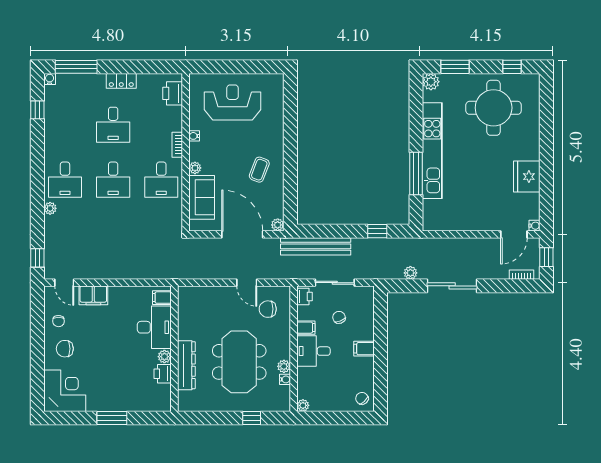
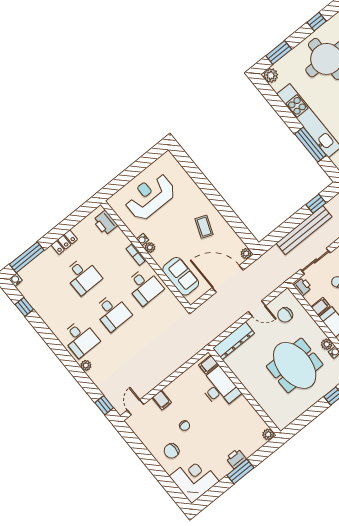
plant: (195, 168) -> (150, 247), moved
bench: (316, 246) -> (304, 230), moved
door: (64, 283) -> (136, 407), swing flipped
filing cabinet: (93, 295) -> (162, 400), width x0.50
chair: (59, 321) -> (185, 426), moved
plant: (164, 357) -> (268, 434), moved
dresser: (186, 365) -> (234, 341), moved, turned 90
printer: (163, 374) -> (236, 459), moved, turned 90

